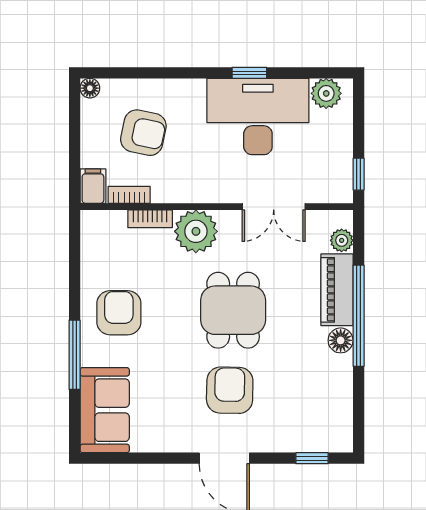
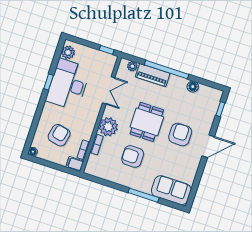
dining table: (233, 310) -> (147, 122), turned 90
armchair: (119, 313) -> (133, 156), moved
floor lamp: (341, 340) -> (193, 87), moved
armchair: (230, 390) -> (180, 134), turned 89

